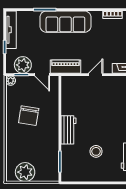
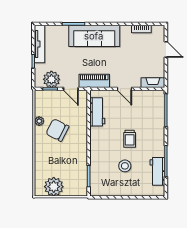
door: (96, 75) -> (124, 89), swing flipped
plant: (11, 81) -> (39, 121), moved
chair: (29, 116) -> (57, 130), turned 108
trolley: (101, 124) -> (130, 139), added
workbench: (69, 130) -> (97, 112), moved

